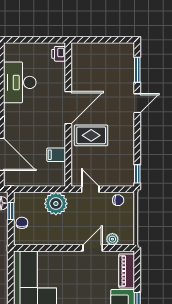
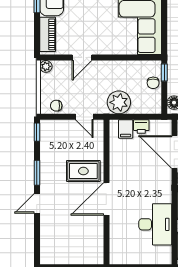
printer: (59, 54) -> (141, 127), moved, turned 90
window: (137, 70) -> (37, 173), moved
filing cabinet: (56, 155) -> (126, 129), moved, turned 90
window: (11, 211) -> (164, 73), moved
plant: (112, 239) -> (46, 66), moved

